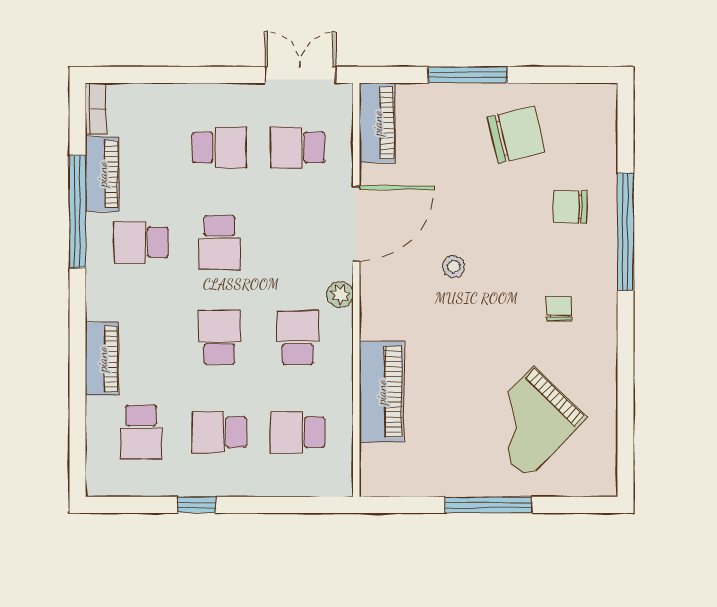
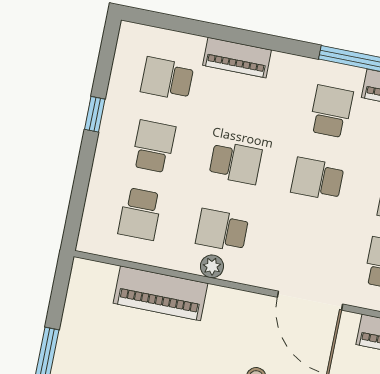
plant: (340, 294) -> (212, 266), moved
school desk: (298, 337) -> (222, 230), turned 180
school desk: (298, 432) -> (140, 214), turned 180

